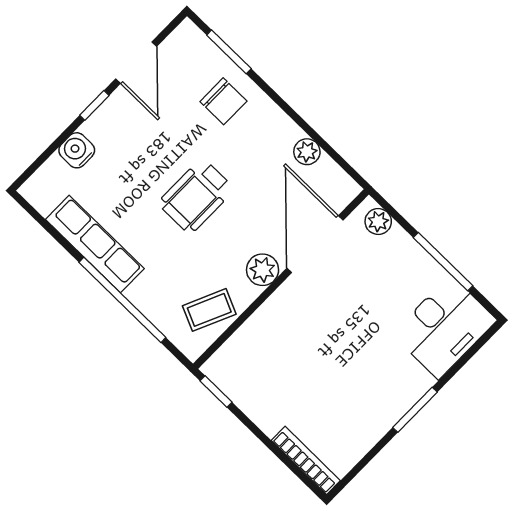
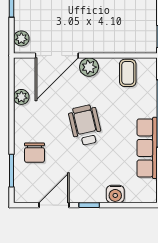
chair: (223, 101) -> (34, 153), turned 180
wheelchair: (196, 196) -> (85, 125), turned -103
coffee table: (209, 310) -> (128, 73), turned 66

